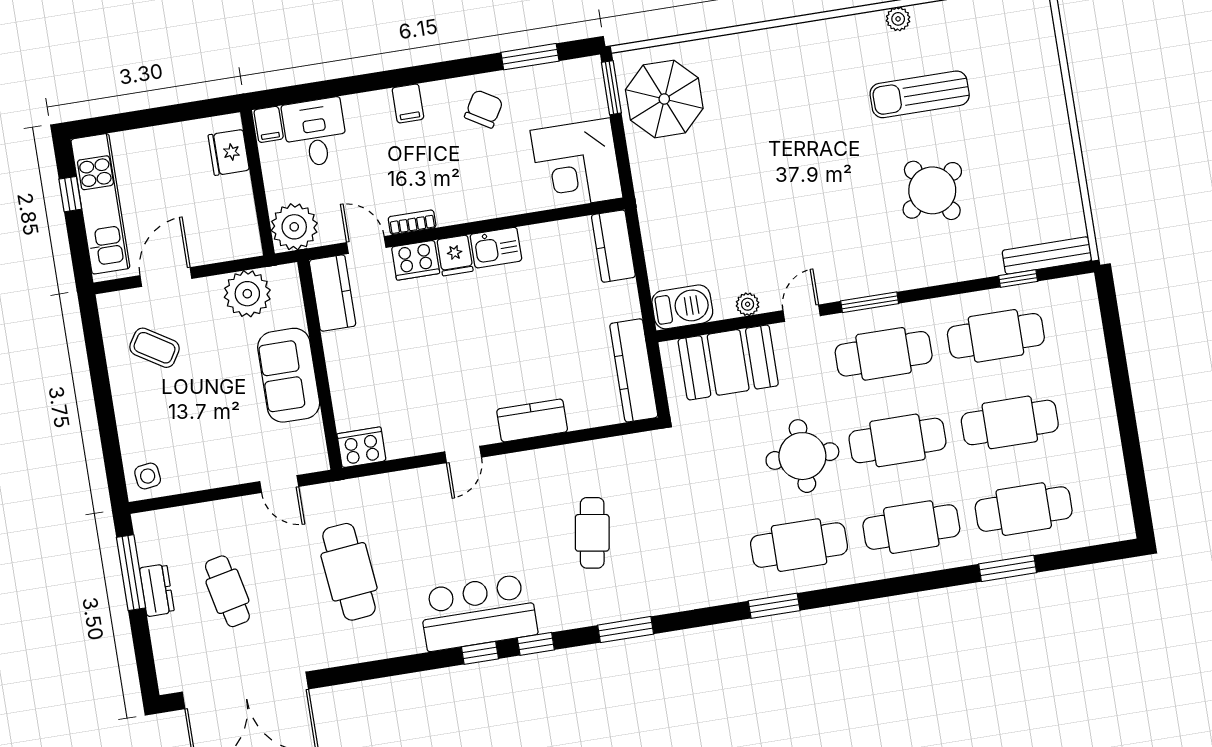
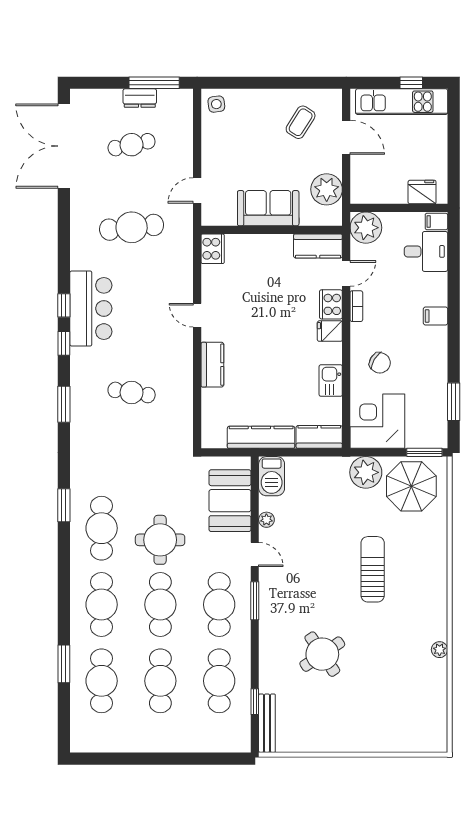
sun lounger: (920, 94) -> (373, 569), moved
chair: (484, 109) -> (380, 363), moved
plant: (655, 169) -> (366, 472), added
kitchen sink: (496, 248) -> (331, 381), moved
kitchen counter: (634, 370) -> (261, 437), moved

